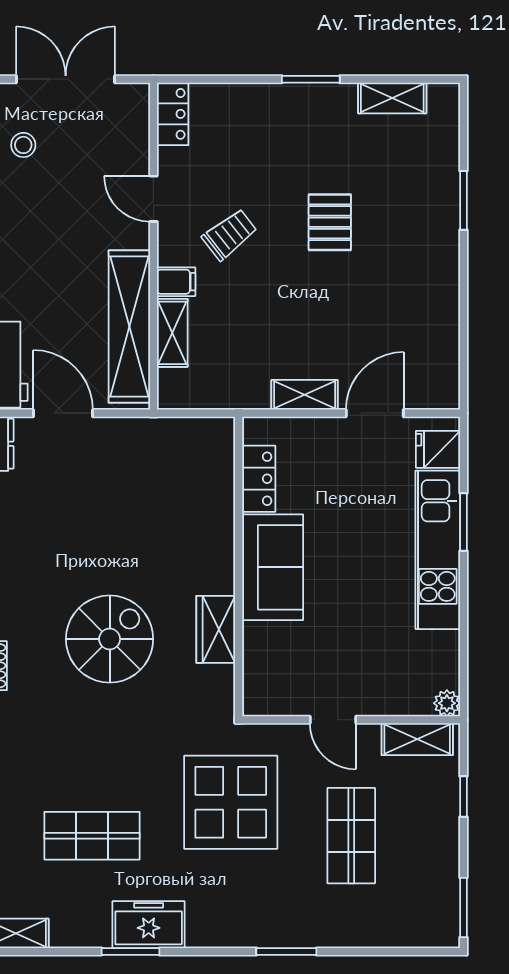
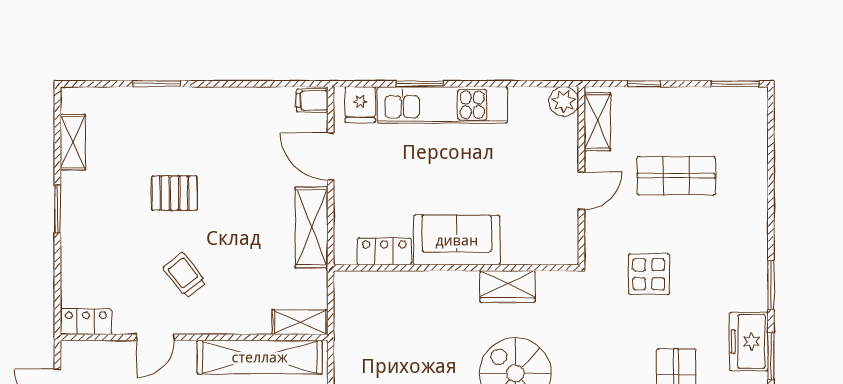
filing cabinet: (176, 282) -> (312, 100), moved, turned -90
shelving: (172, 333) -> (300, 322), moved
shelving: (305, 395) -> (312, 227), width x1.50, depth x1.33
plant: (447, 703) -> (564, 101), width x1.38, depth x1.38
display table: (231, 802) -> (649, 274), width x0.54, depth x0.54
window: (286, 952) -> (771, 285), moved

